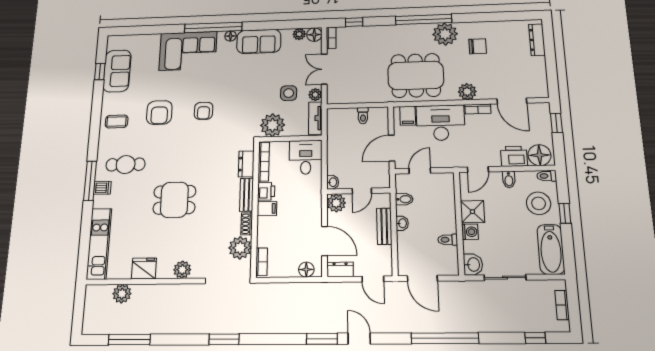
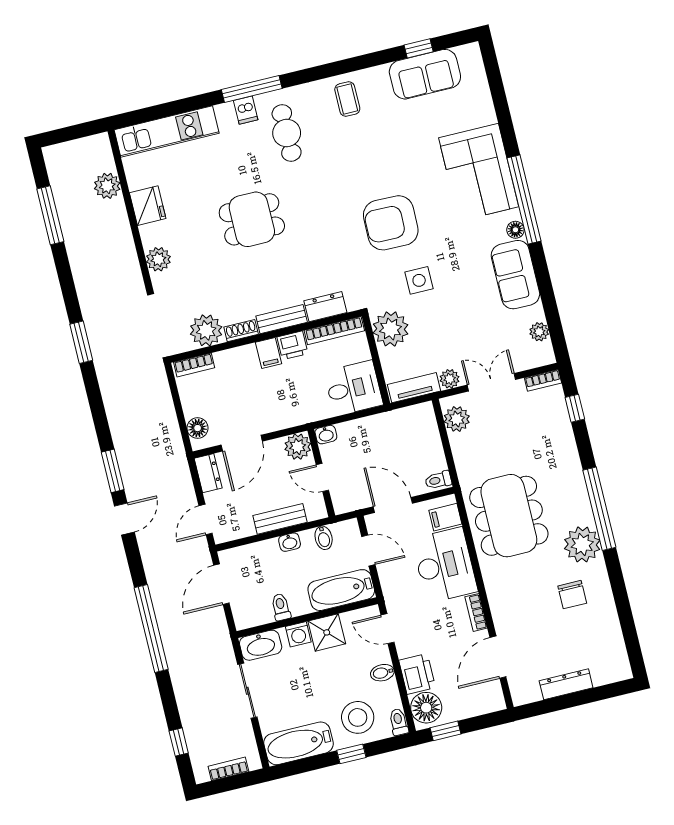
floor lamp: (314, 35) -> (543, 354), removed
dresser: (537, 40) -> (566, 684), moved
plant: (467, 92) -> (457, 419), moved
side table: (289, 93) -> (419, 280), moved
armchair: (204, 111) -> (391, 223), width x1.88, depth x1.88
armchair: (159, 113) -> (374, 158), removed
toilet: (363, 116) -> (438, 480), moved
window: (556, 123) -> (446, 731), moved
bathtub: (444, 195) -> (341, 590), added
dining table: (174, 200) -> (252, 219), turned 90
washbasin: (473, 265) -> (261, 645), width x1.38

